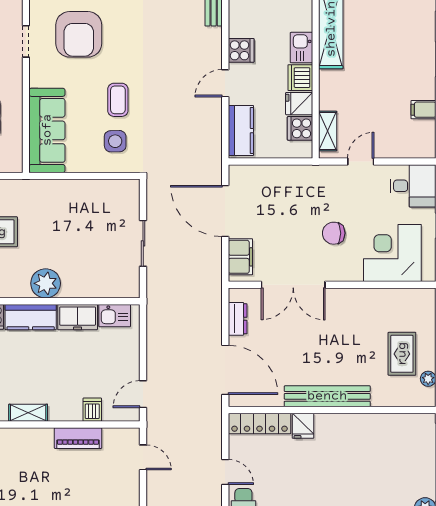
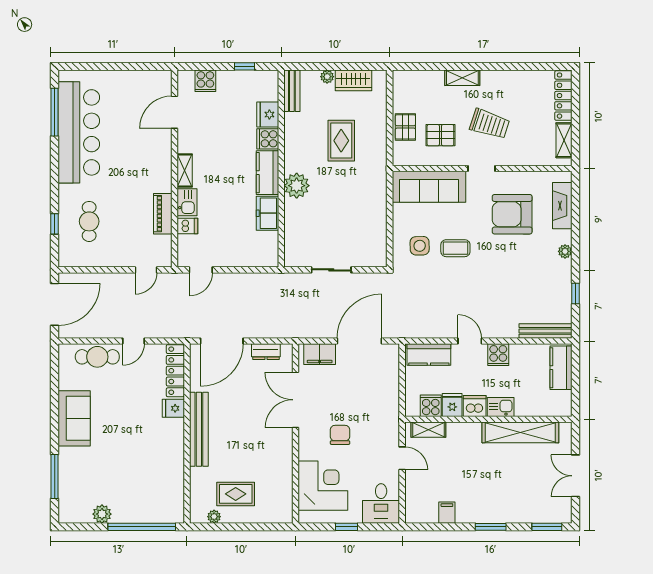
doorway: (26, 41) -> (482, 169), moved
kitchen sink: (115, 316) -> (187, 202), moved, turned 180
door: (143, 394) -> (201, 270), swing flipped

